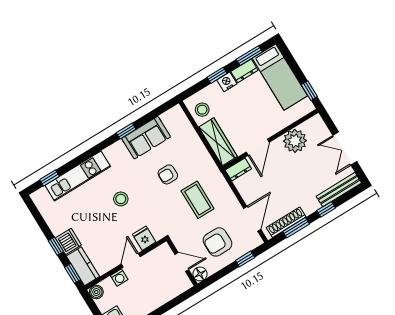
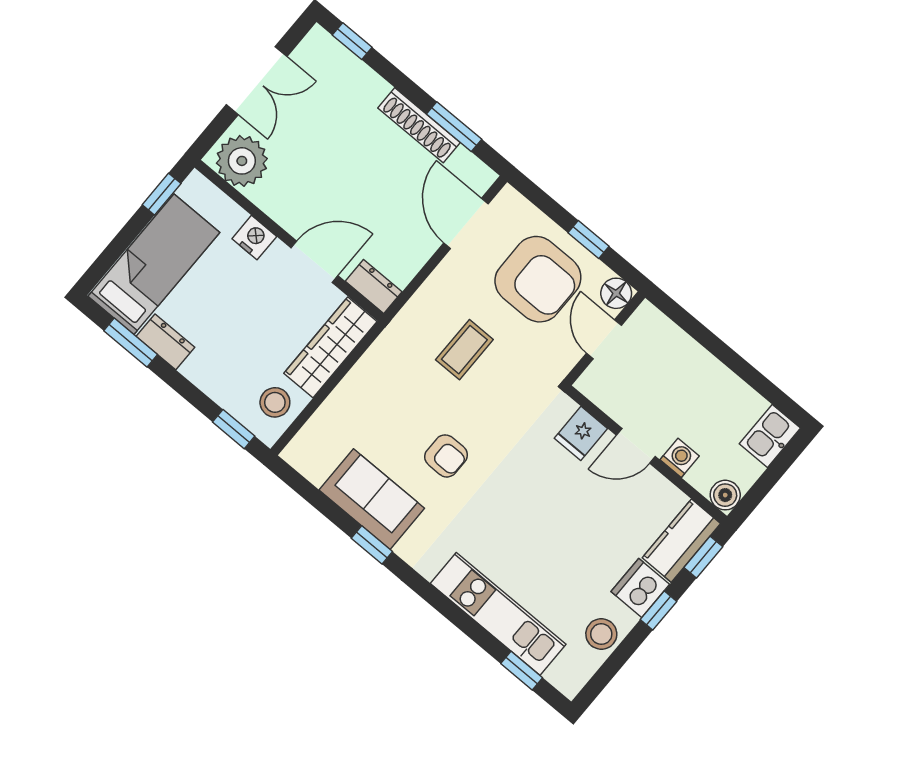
window: (217, 75) -> (234, 429), moved
nightstand: (227, 82) -> (254, 238), moved, turned 180
plant: (295, 141) -> (242, 161), moved
armchair: (168, 174) -> (446, 456), moved
bench: (339, 190) -> (346, 65), removed
stool: (121, 199) -> (601, 634), moved
coffee table: (198, 200) -> (464, 350), width x0.73, depth x0.77
window: (326, 209) -> (352, 41), moved
door: (252, 219) -> (466, 223), hinge flipped
shoe rack: (286, 222) -> (419, 125), moved
armchair: (218, 242) -> (538, 279), width x1.36, depth x1.36
window: (245, 259) -> (589, 239), moved

